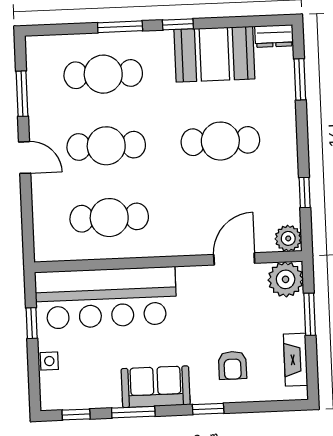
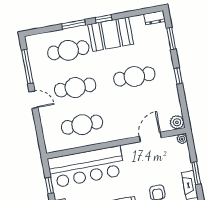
booth: (214, 54) -> (111, 34), moved
window: (22, 94) -> (27, 67), width x1.44
window: (305, 192) -> (178, 76), moved
plant: (286, 279) -> (182, 139), width x0.53, depth x0.53
window: (310, 314) -> (196, 173), moved

